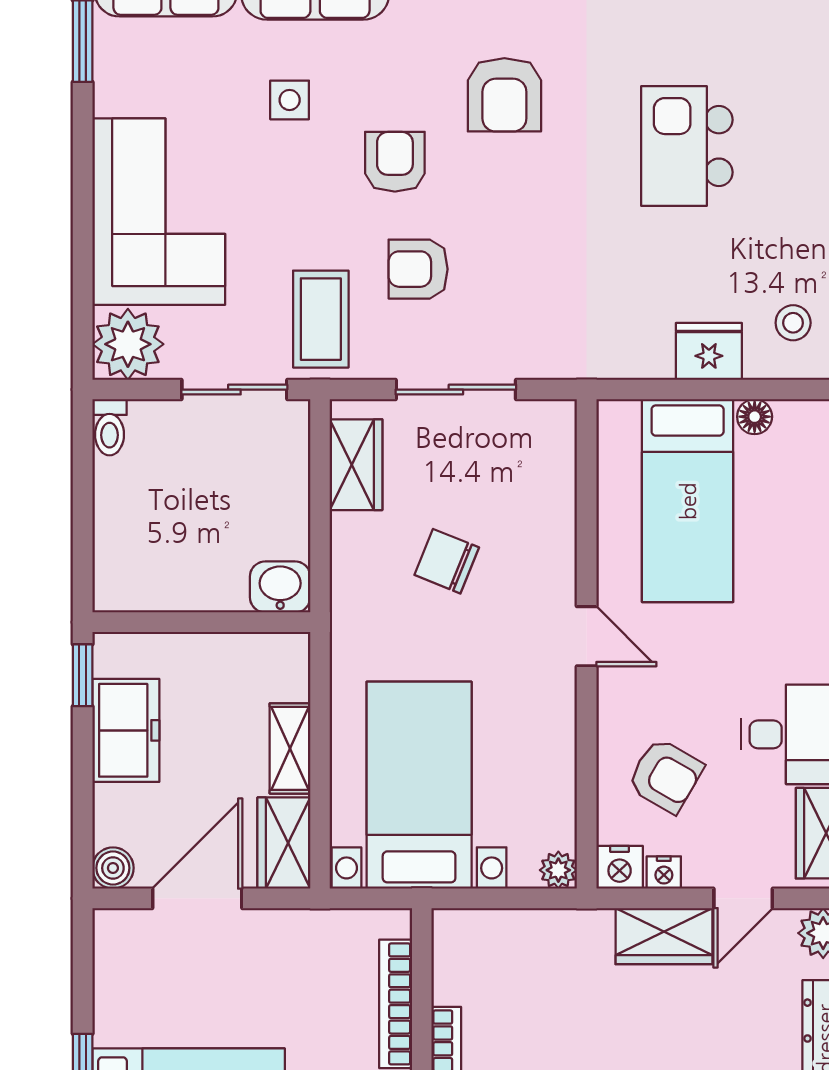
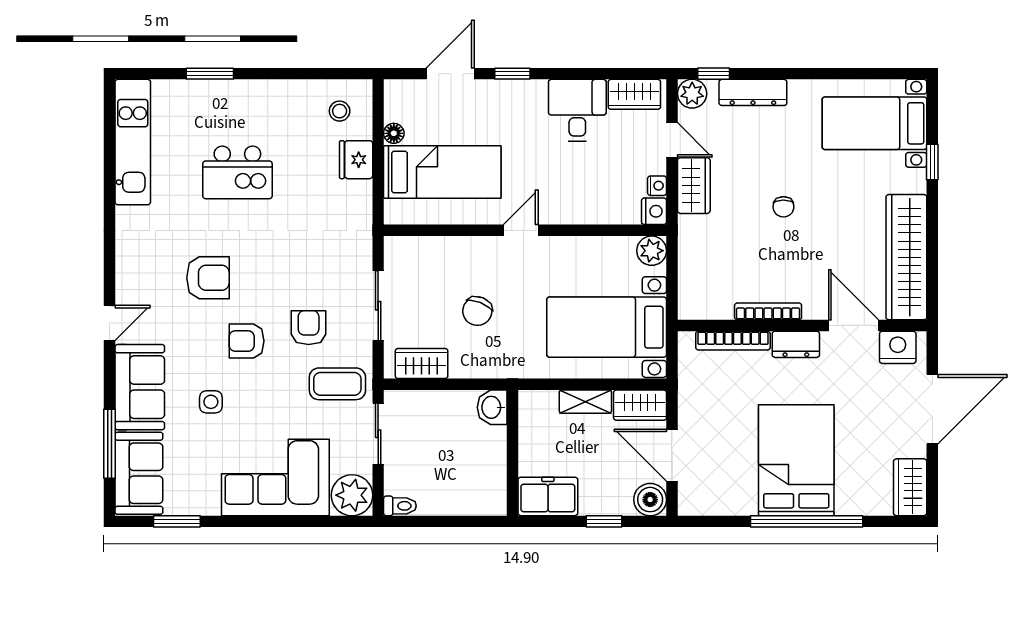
armchair: (418, 269) -> (309, 328), turned 180
window: (83, 675) -> (604, 521), moved
freezer: (126, 730) -> (548, 496), moved
armchair: (665, 776) -> (601, 185), removed
boiler: (113, 868) -> (650, 500), width x1.36, depth x1.36
plant: (558, 870) -> (652, 251), width x1.38, depth x1.38

